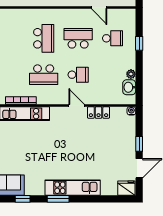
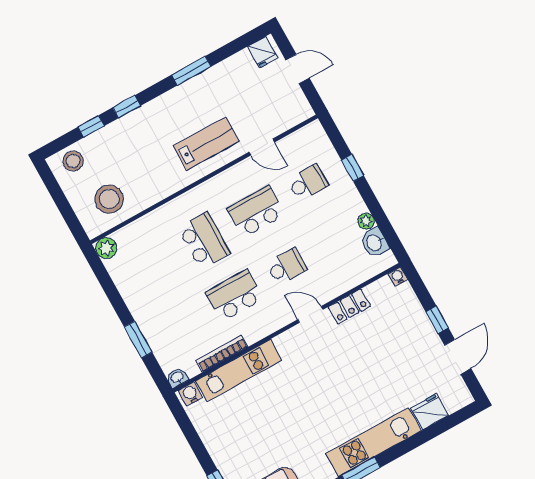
school desk: (44, 75) -> (235, 296), turned 180
fridge: (126, 188) -> (430, 412), moved

